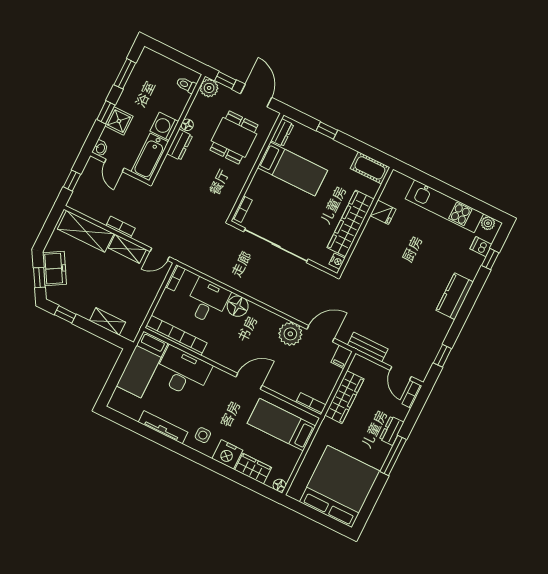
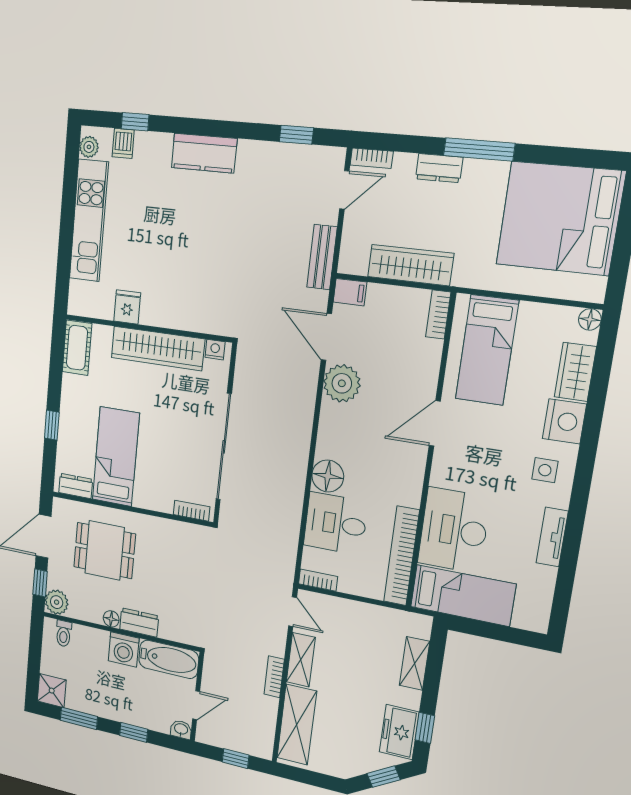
shower: (119, 121) -> (52, 691), moved
freezer: (55, 269) -> (399, 732), moved, turned -60
door: (249, 381) -> (435, 423), hinge flipped
tv unit: (163, 427) -> (552, 537), width x0.71

